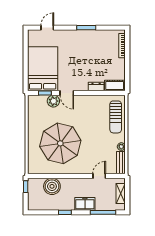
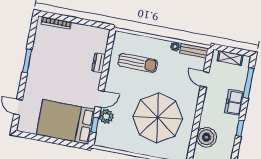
cot: (115, 86) -> (102, 41), removed
sun lounger: (116, 117) -> (138, 63), moved

